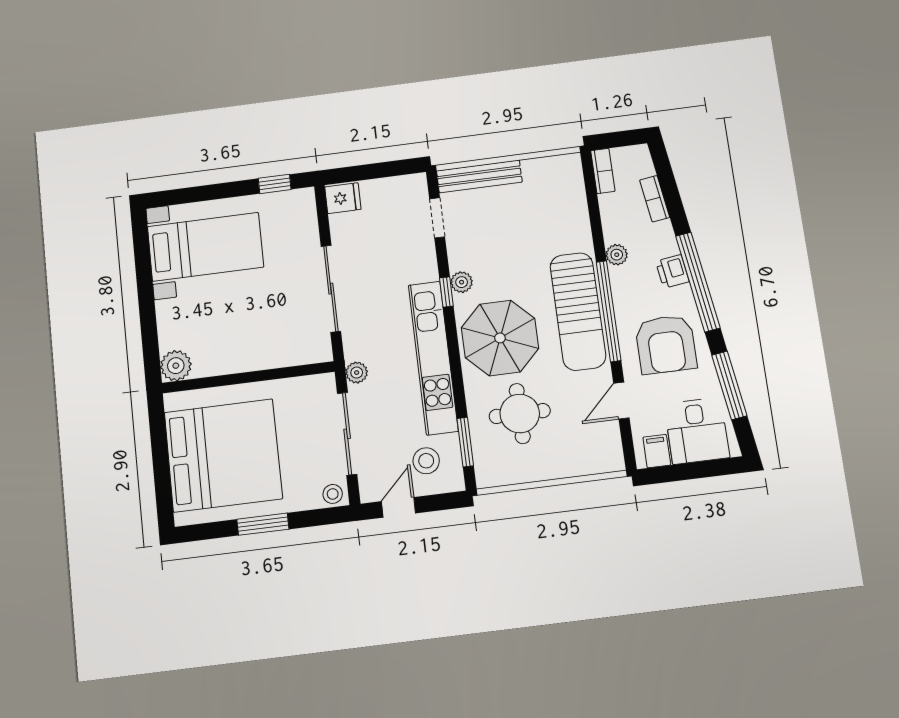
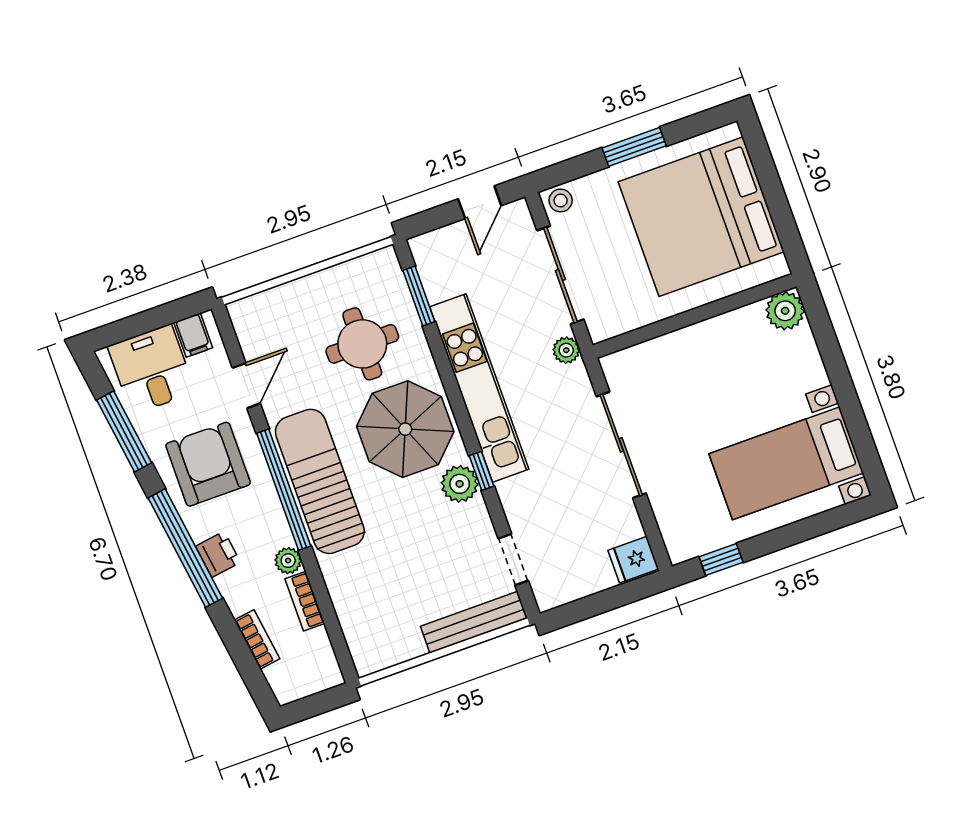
bookcase: (603, 171) -> (305, 601), moved
plant: (462, 282) -> (460, 484), width x1.38, depth x1.38
stool: (426, 461) -> (460, 264), removed

